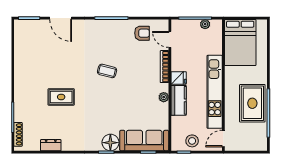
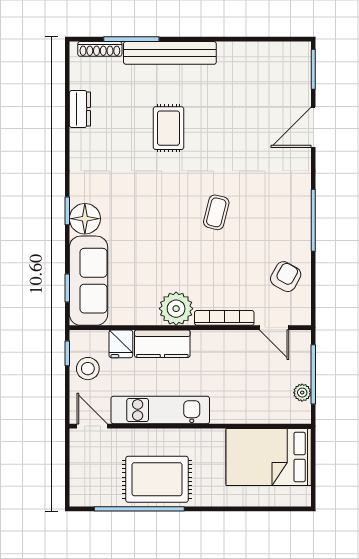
armchair: (142, 33) -> (286, 277), turned -151
door: (170, 39) -> (274, 328), swing flipped
fridge: (179, 78) -> (121, 344), moved
kitchen unit: (215, 92) -> (160, 410), width x0.73
bench: (20, 96) -> (170, 53), added
plant: (164, 97) -> (176, 309), width x1.88, depth x1.88

